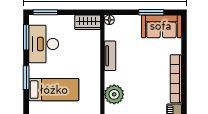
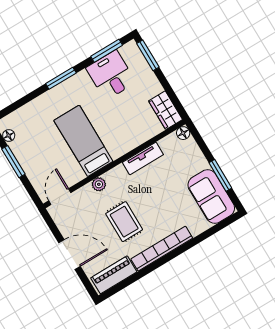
desk: (44, 44) -> (111, 75), width x0.73
bed: (54, 90) -> (83, 141), moved, turned 180
rug: (144, 93) -> (124, 222), added
plant: (114, 94) -> (99, 184), width x0.53, depth x0.53

